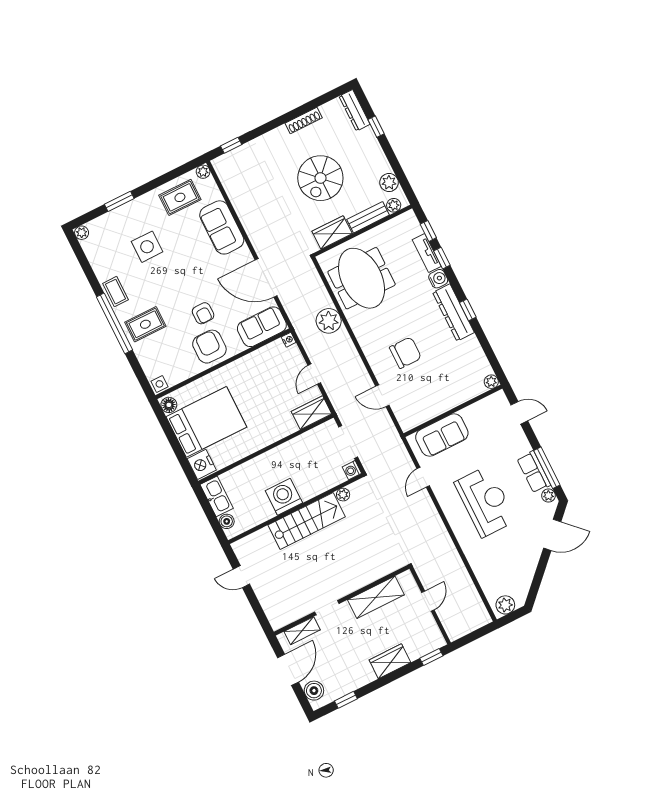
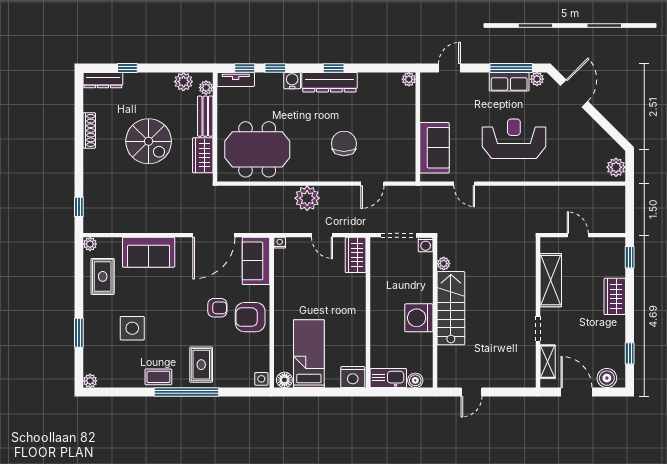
tv unit: (427, 253) -> (236, 79), moved
plant: (329, 321) -> (307, 198), moved
bed: (206, 422) -> (309, 354), width x0.67

